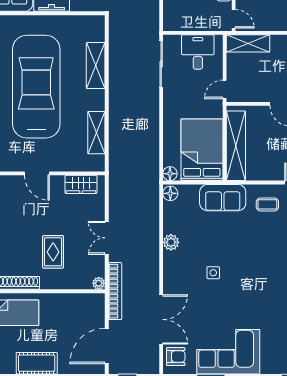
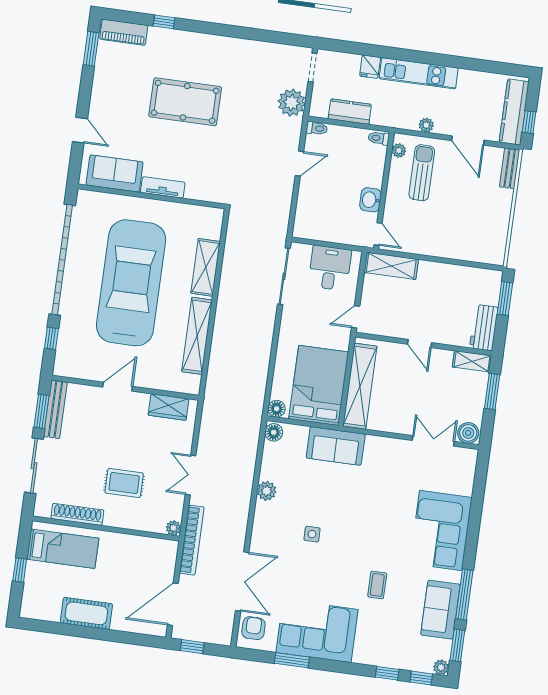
shelving: (96, 133) -> (197, 336), width x1.47
door: (37, 173) -> (118, 387), swing flipped
coffee table: (267, 204) -> (377, 585), moved, turned 90
rug: (53, 252) -> (124, 483), turned 90
armchair: (176, 357) -> (253, 628), turned -90

